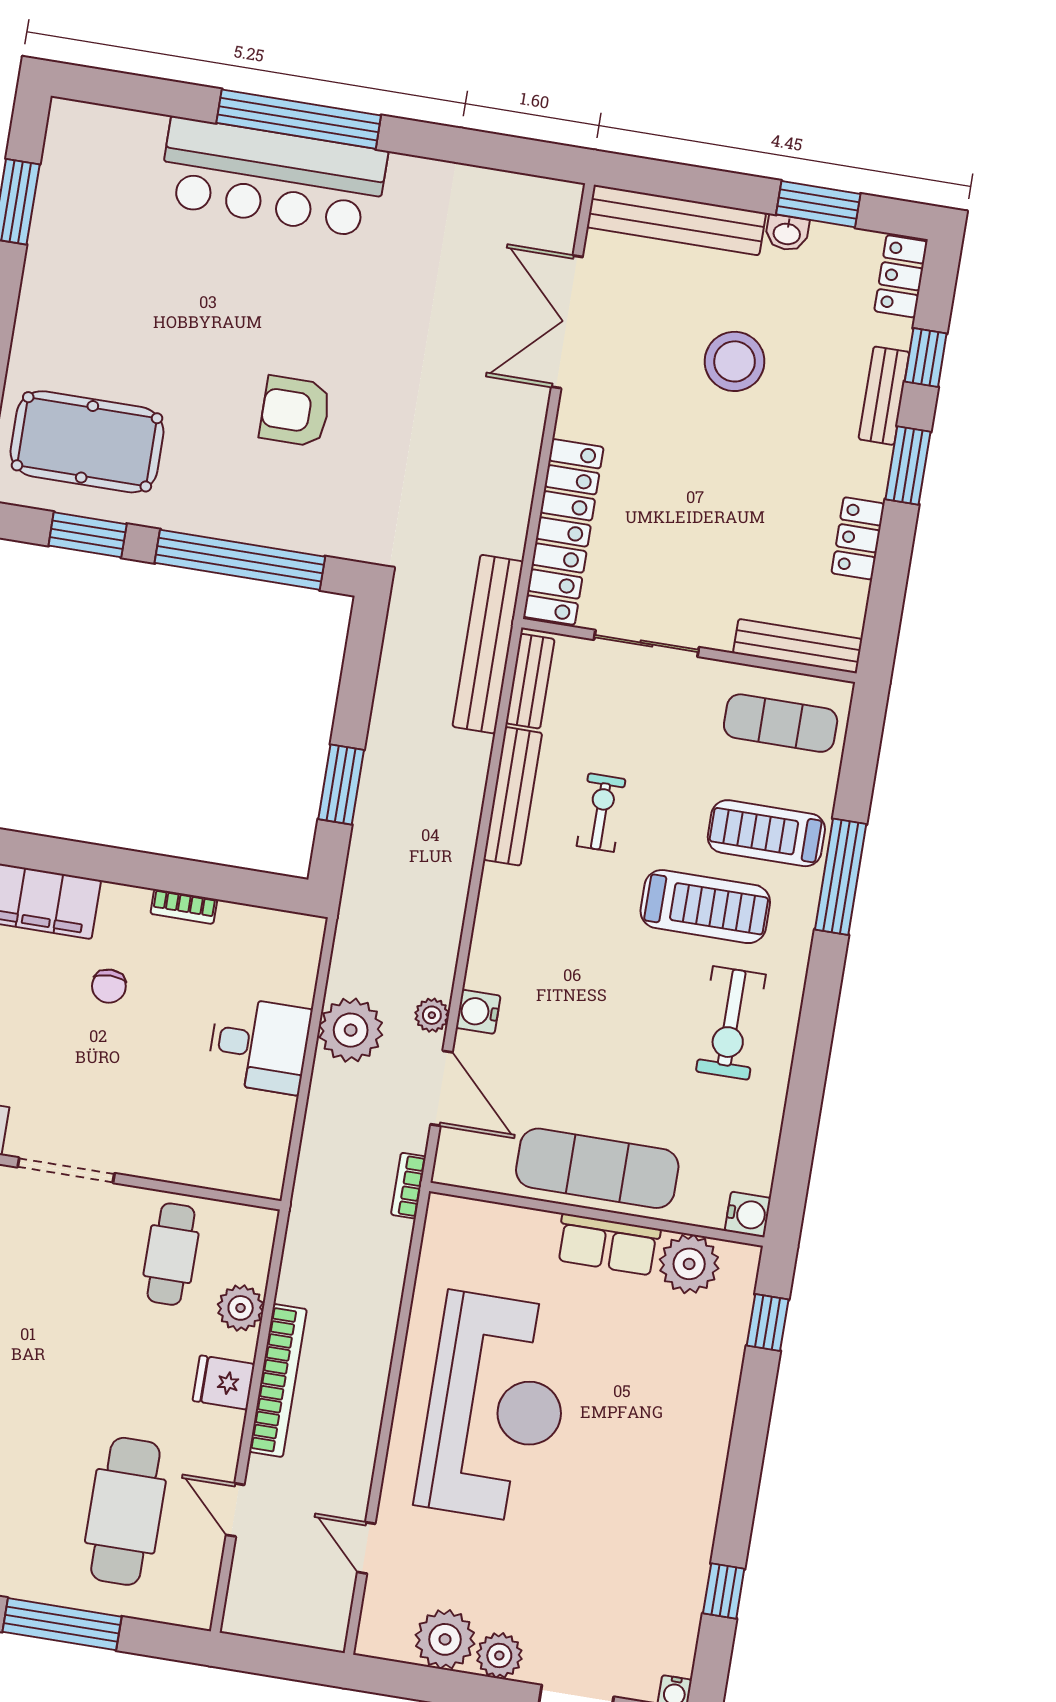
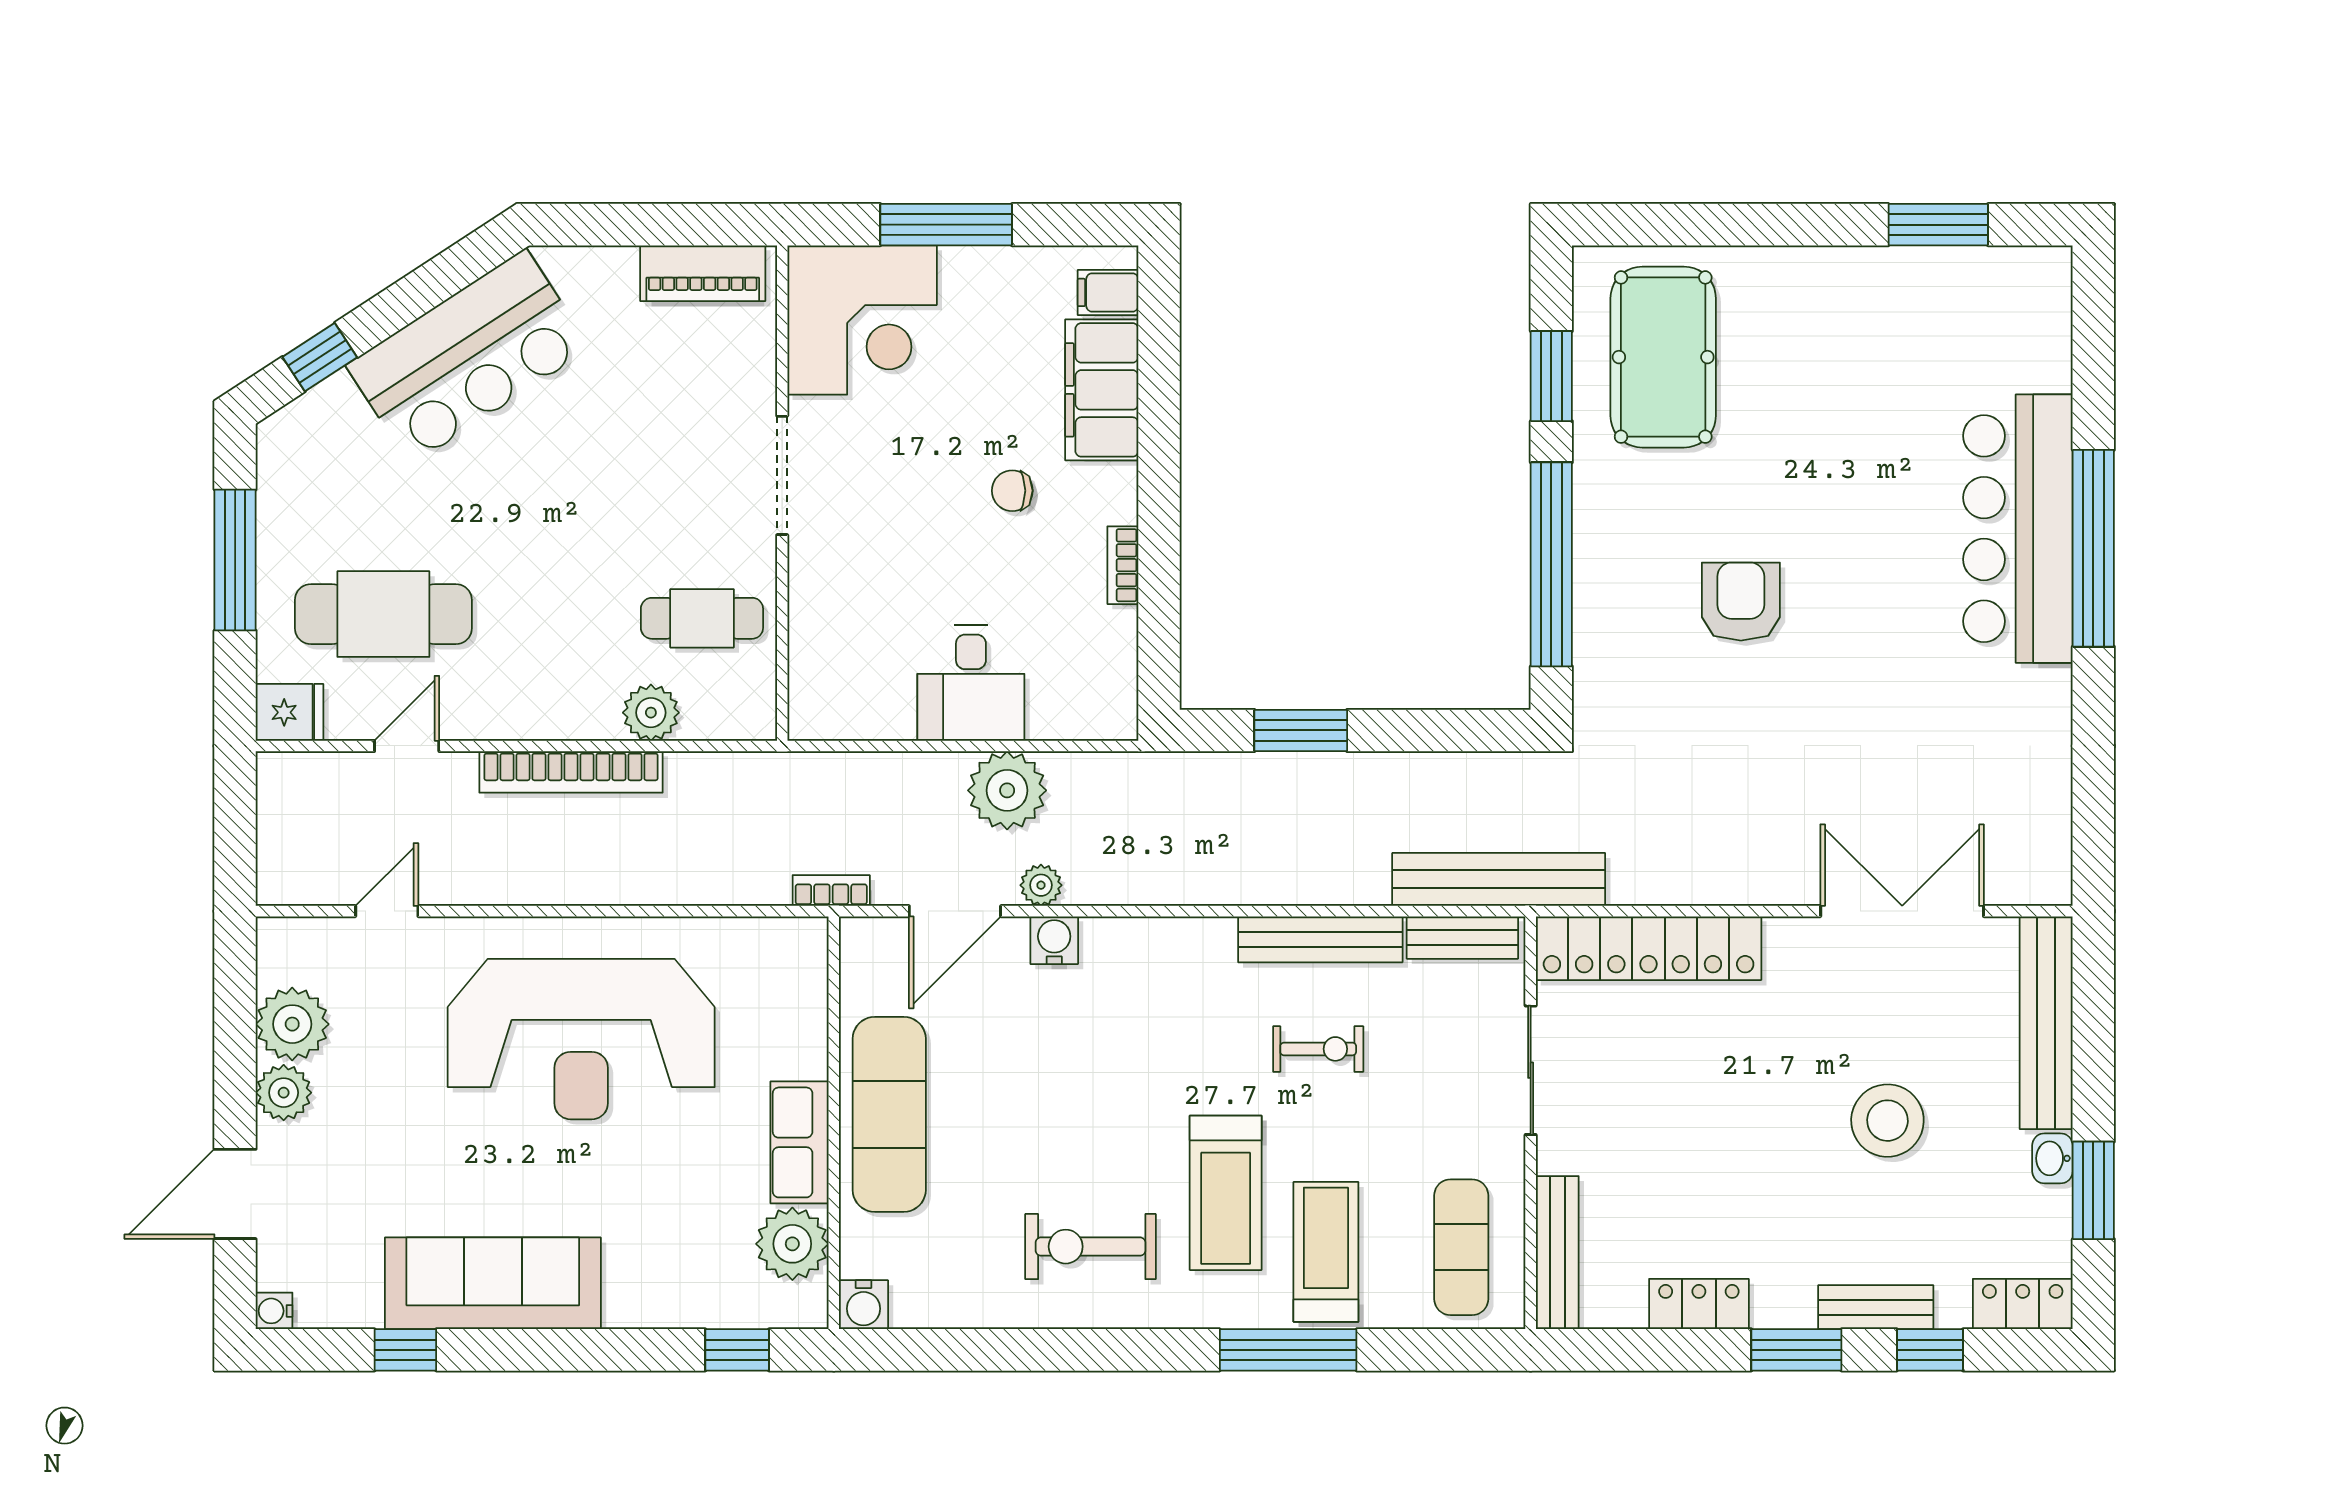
fridge: (224, 1382) -> (290, 712), moved, turned 90
sofa: (681, 1511) -> (493, 1283), added

